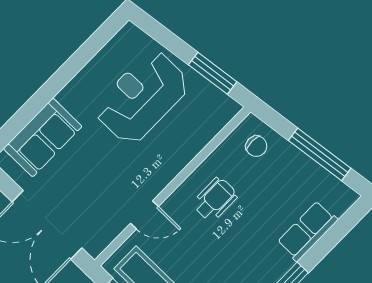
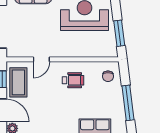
door: (144, 215) -> (41, 59), hinge flipped

